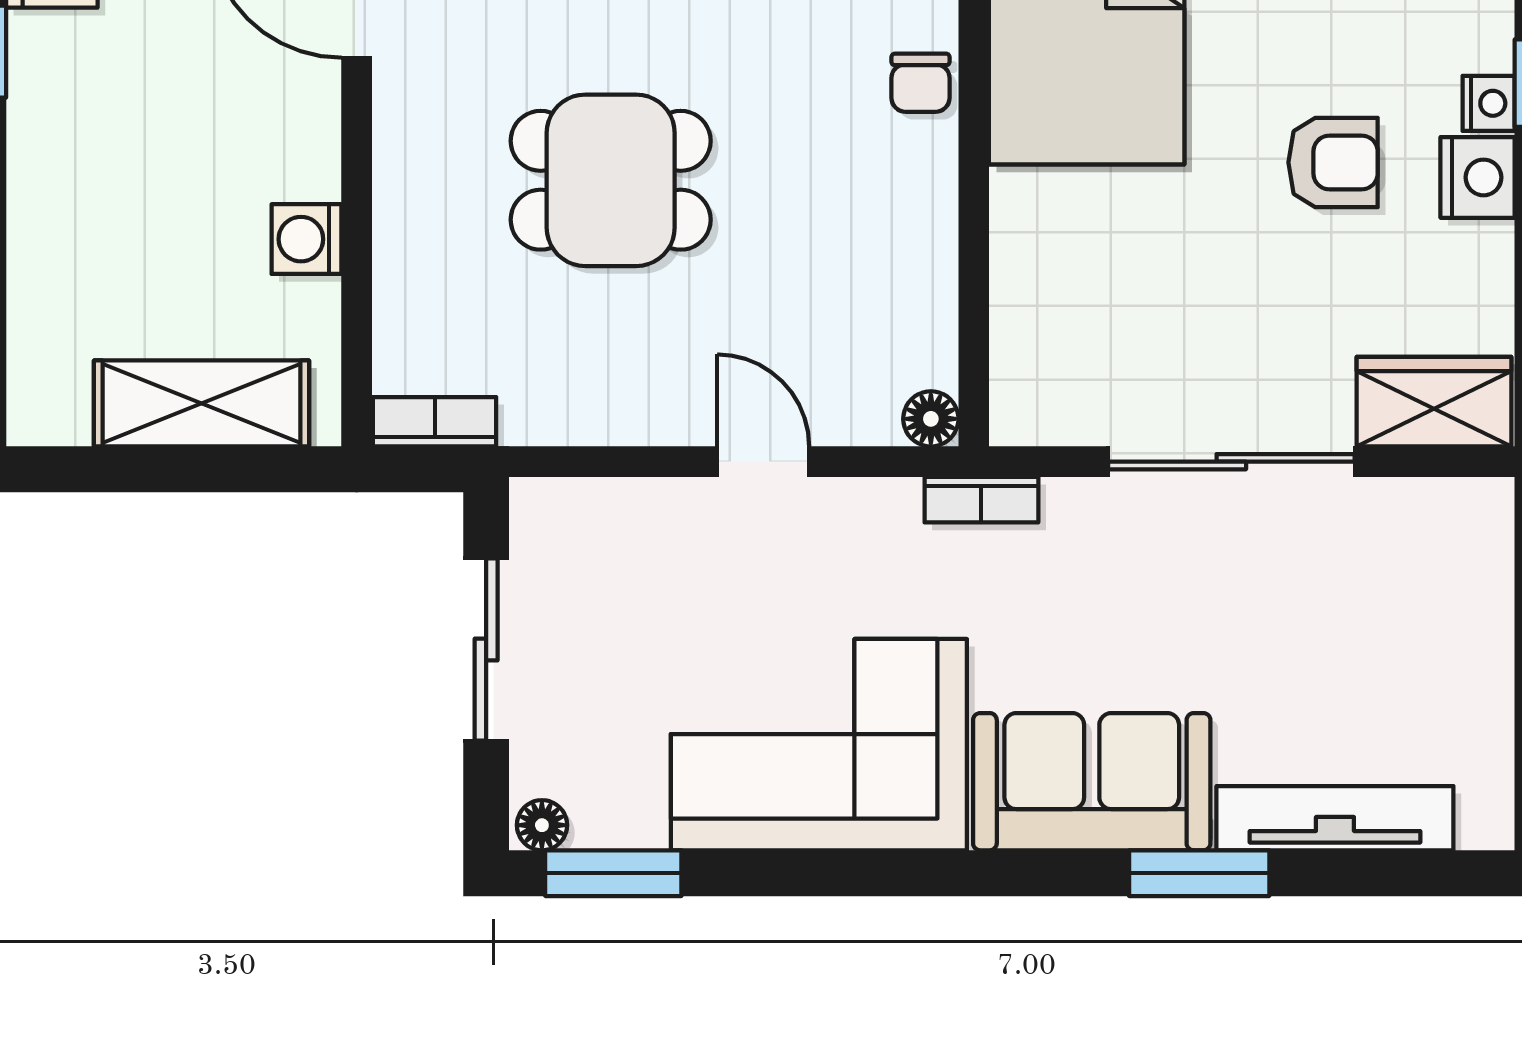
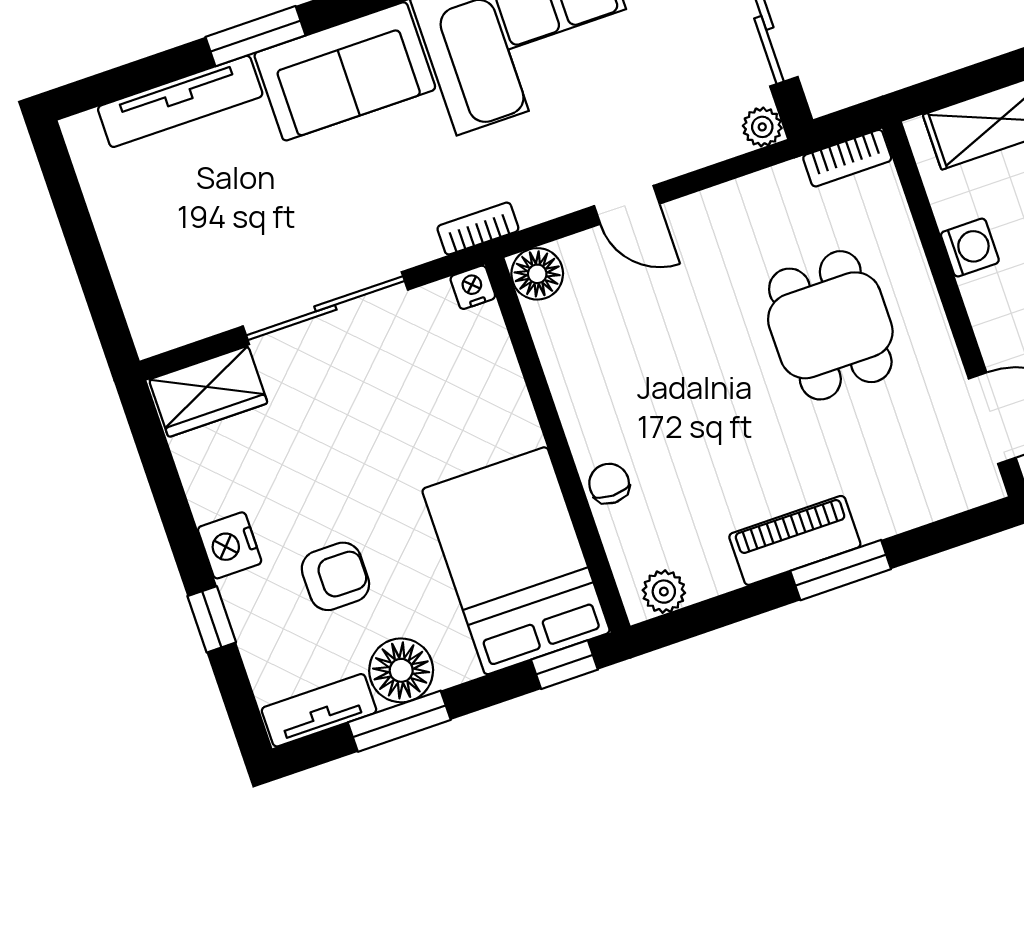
nightstand: (1489, 103) -> (473, 287), moved, turned 90
armchair: (1333, 162) -> (335, 576), moved, turned 180
dining table: (611, 180) -> (830, 325), moved, turned 90
floor lamp: (931, 419) -> (537, 274), width x1.37, depth x1.37
plant: (538, 506) -> (762, 127), added

